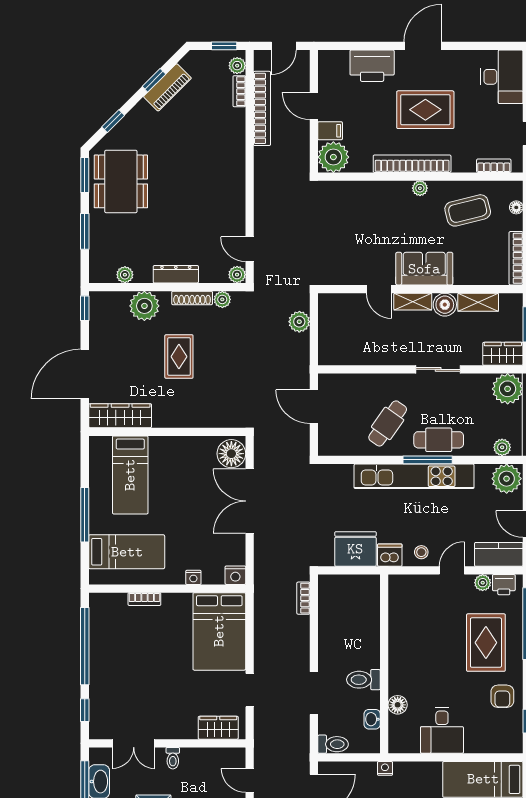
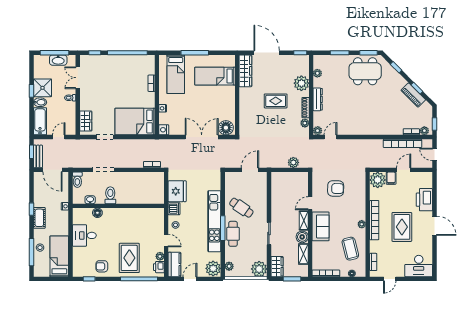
armchair: (350, 239) -> (336, 189), added
rug: (486, 643) -> (129, 258), turned 90

